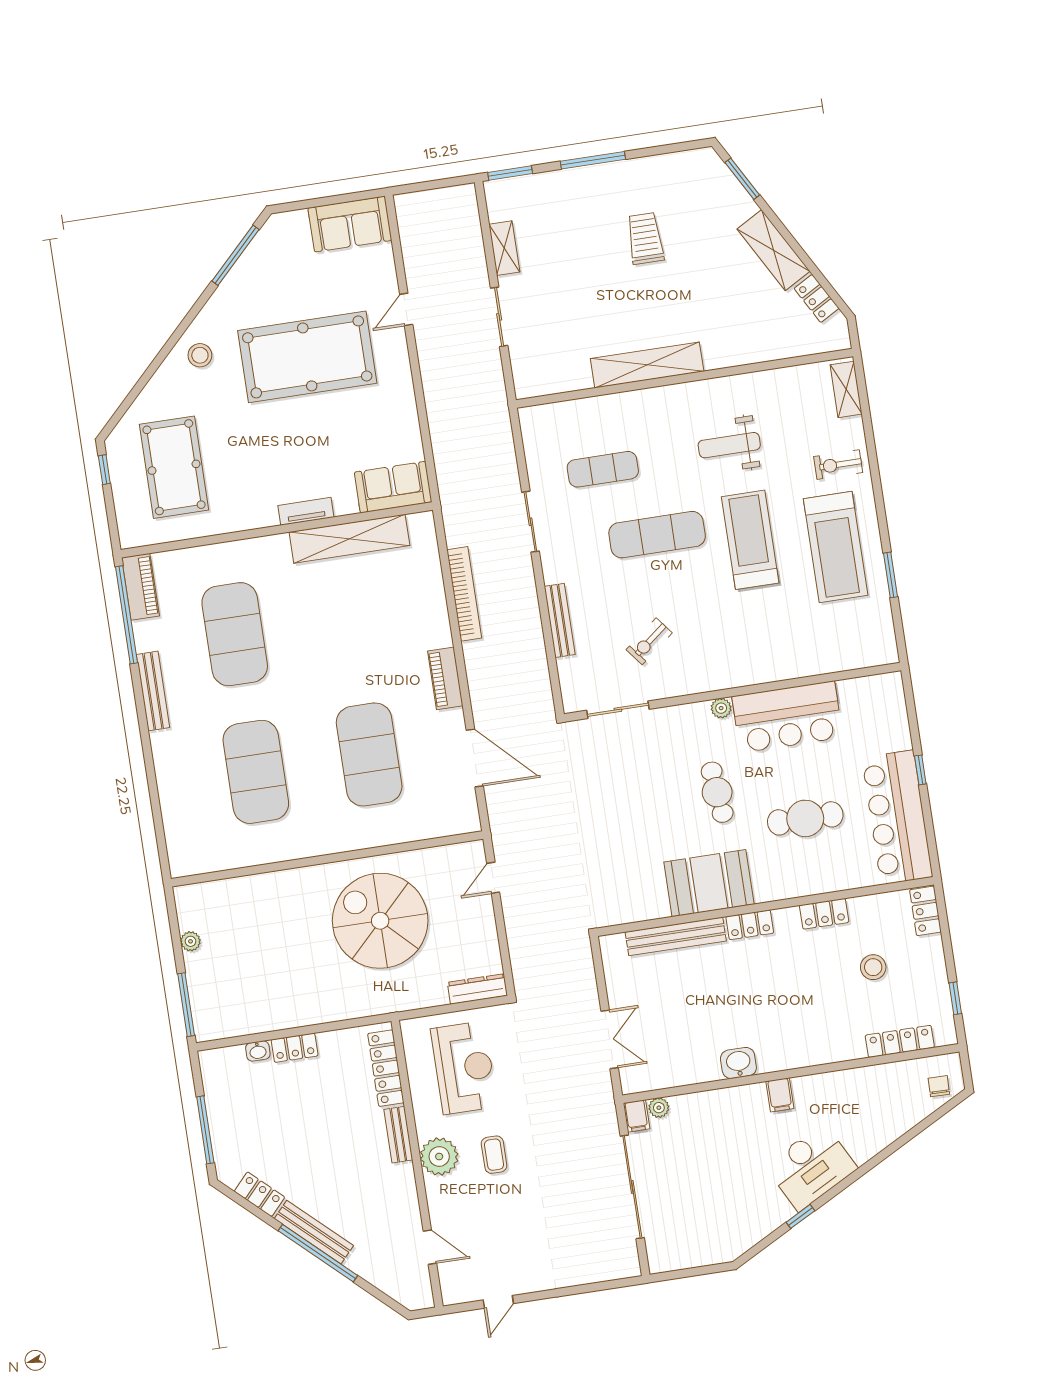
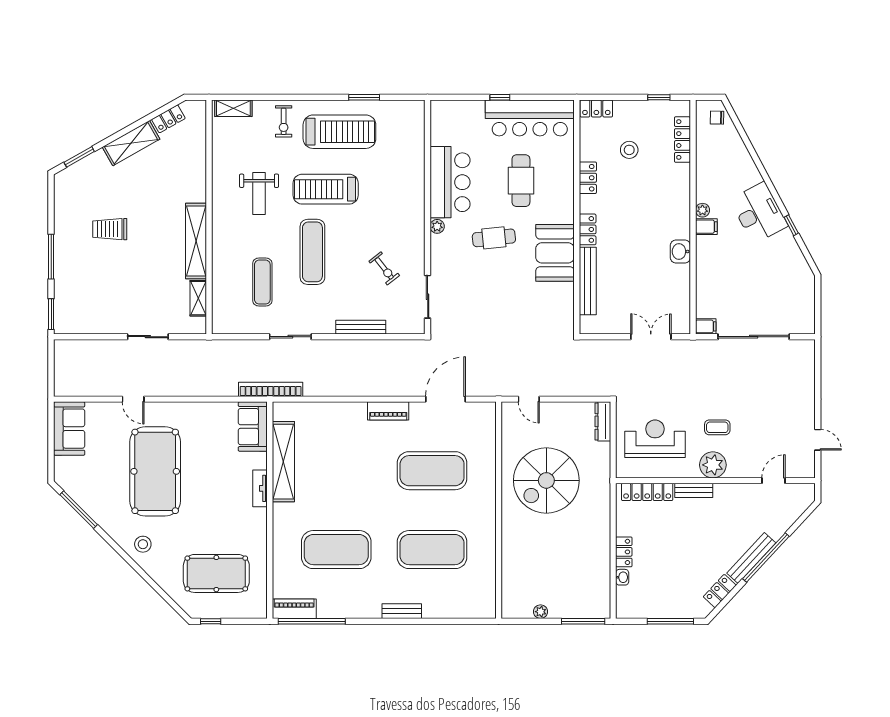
shelving: (504, 248) -> (198, 298), moved, turned 90
bookcase: (464, 594) -> (271, 389), moved
bench: (153, 691) -> (402, 611), moved, width x0.73
plant: (659, 1108) -> (702, 210), moved

